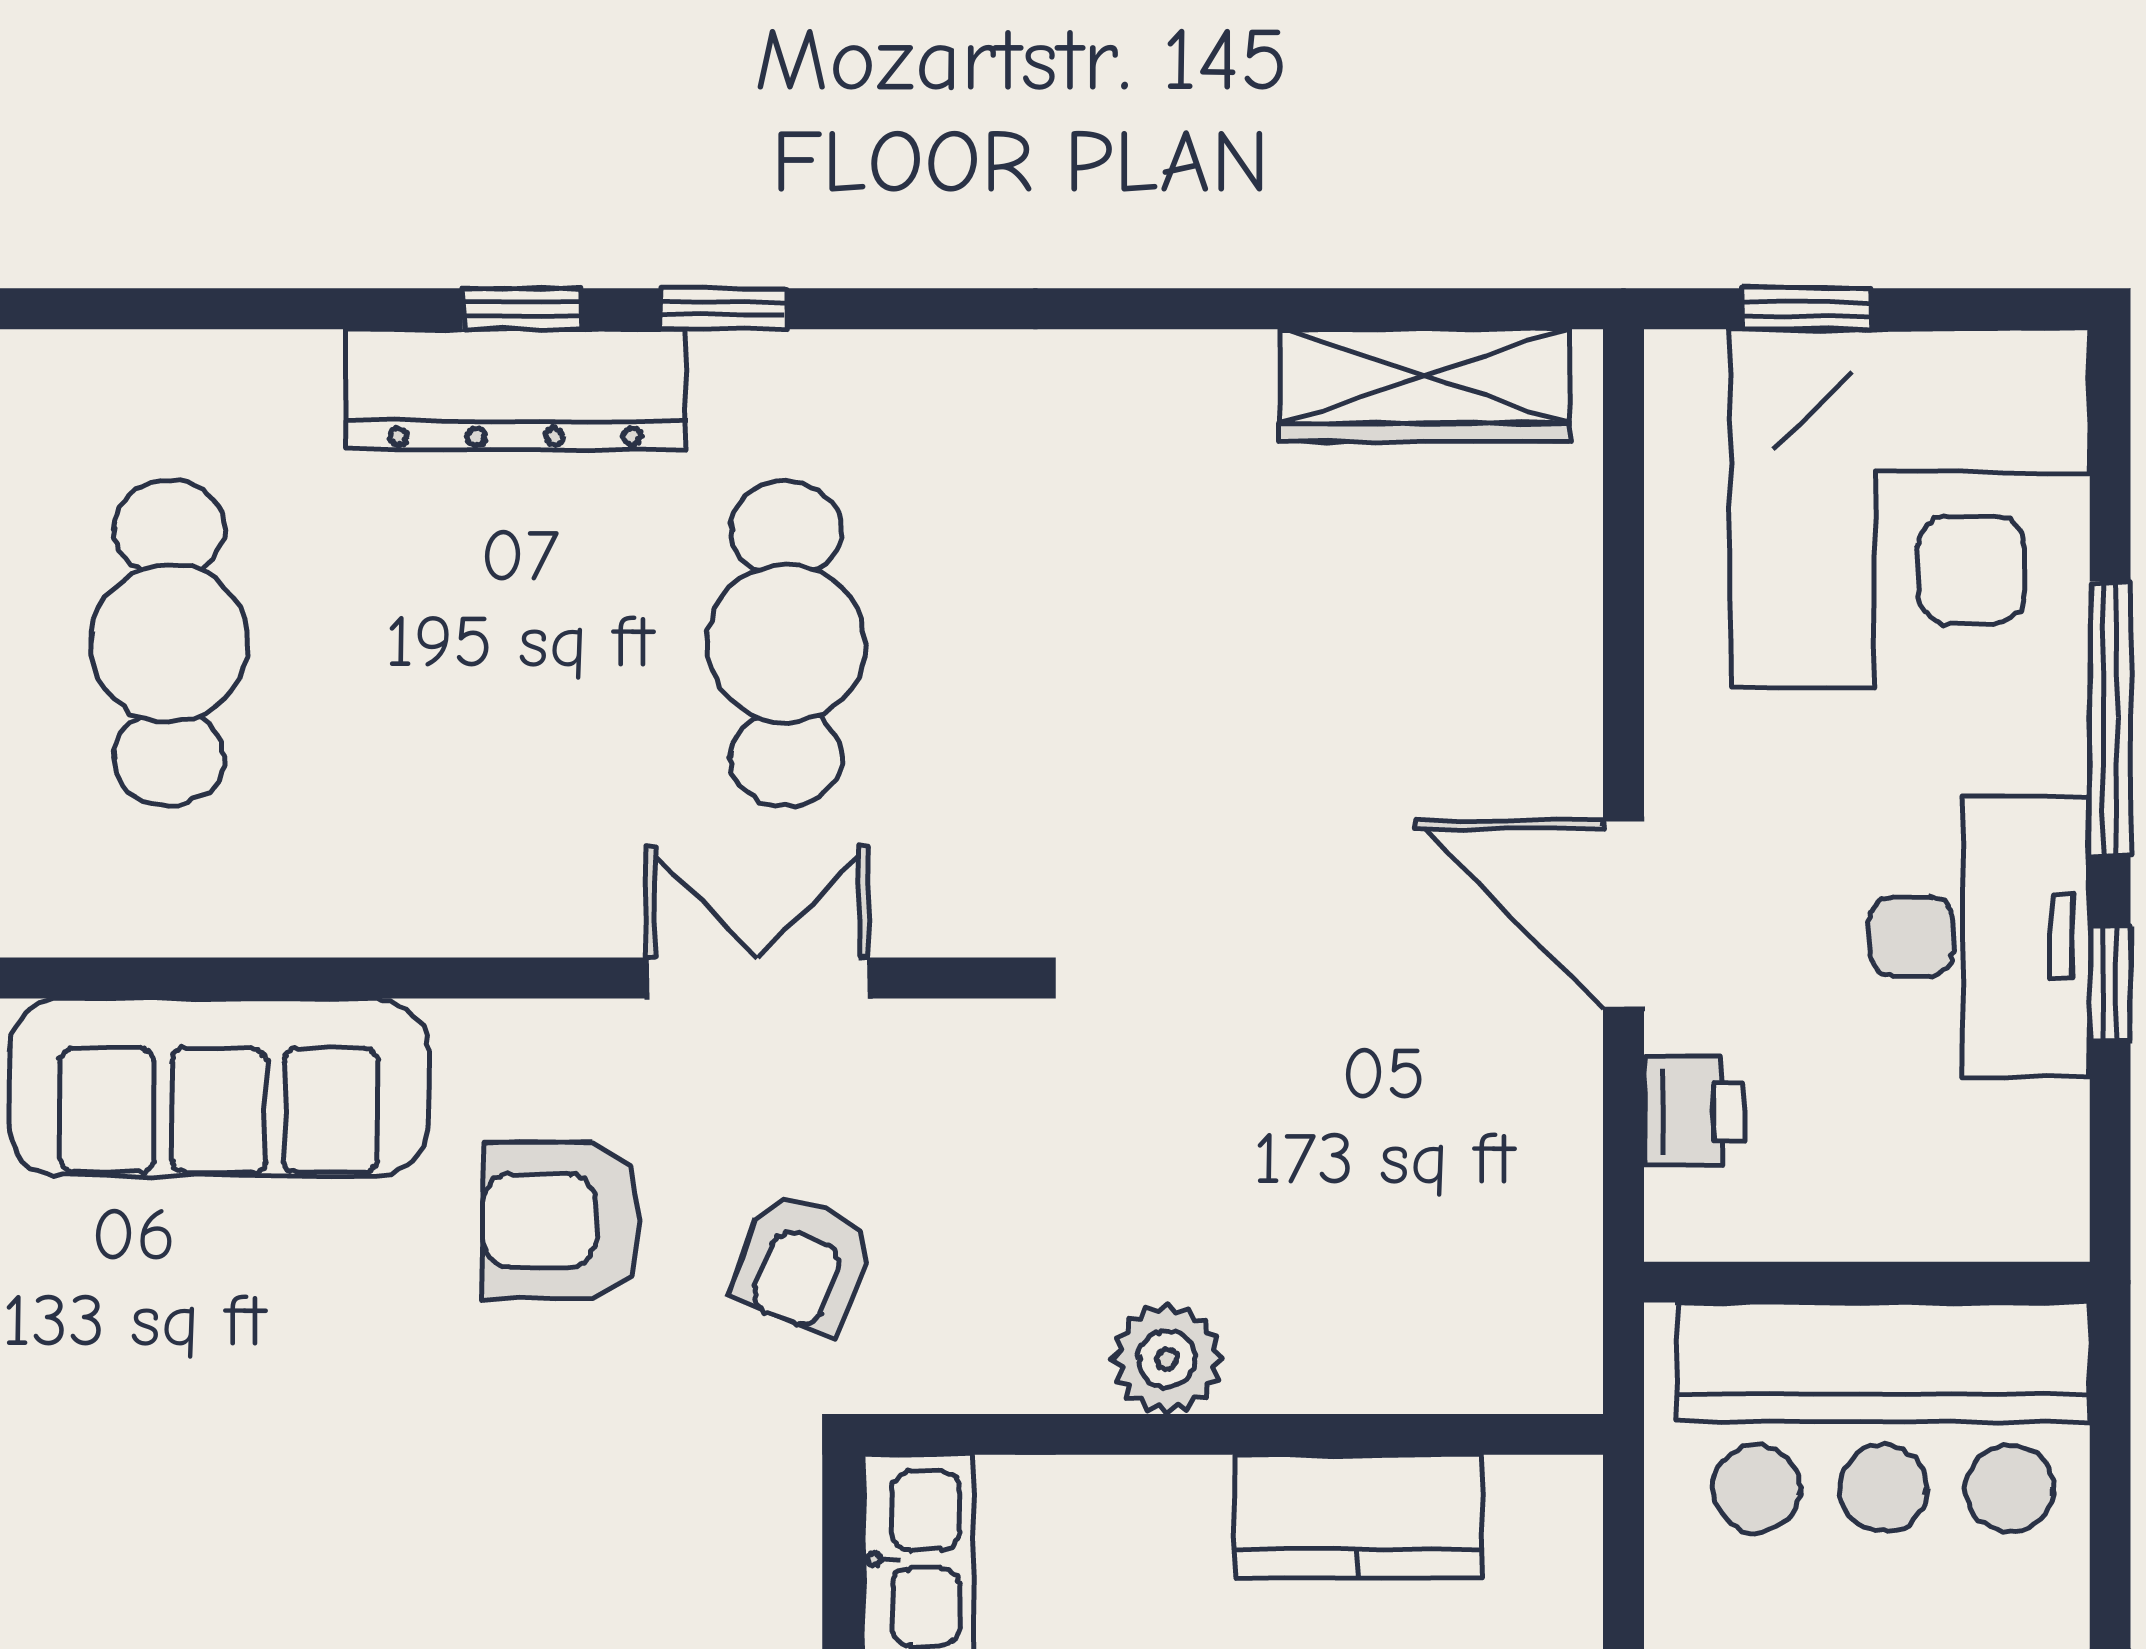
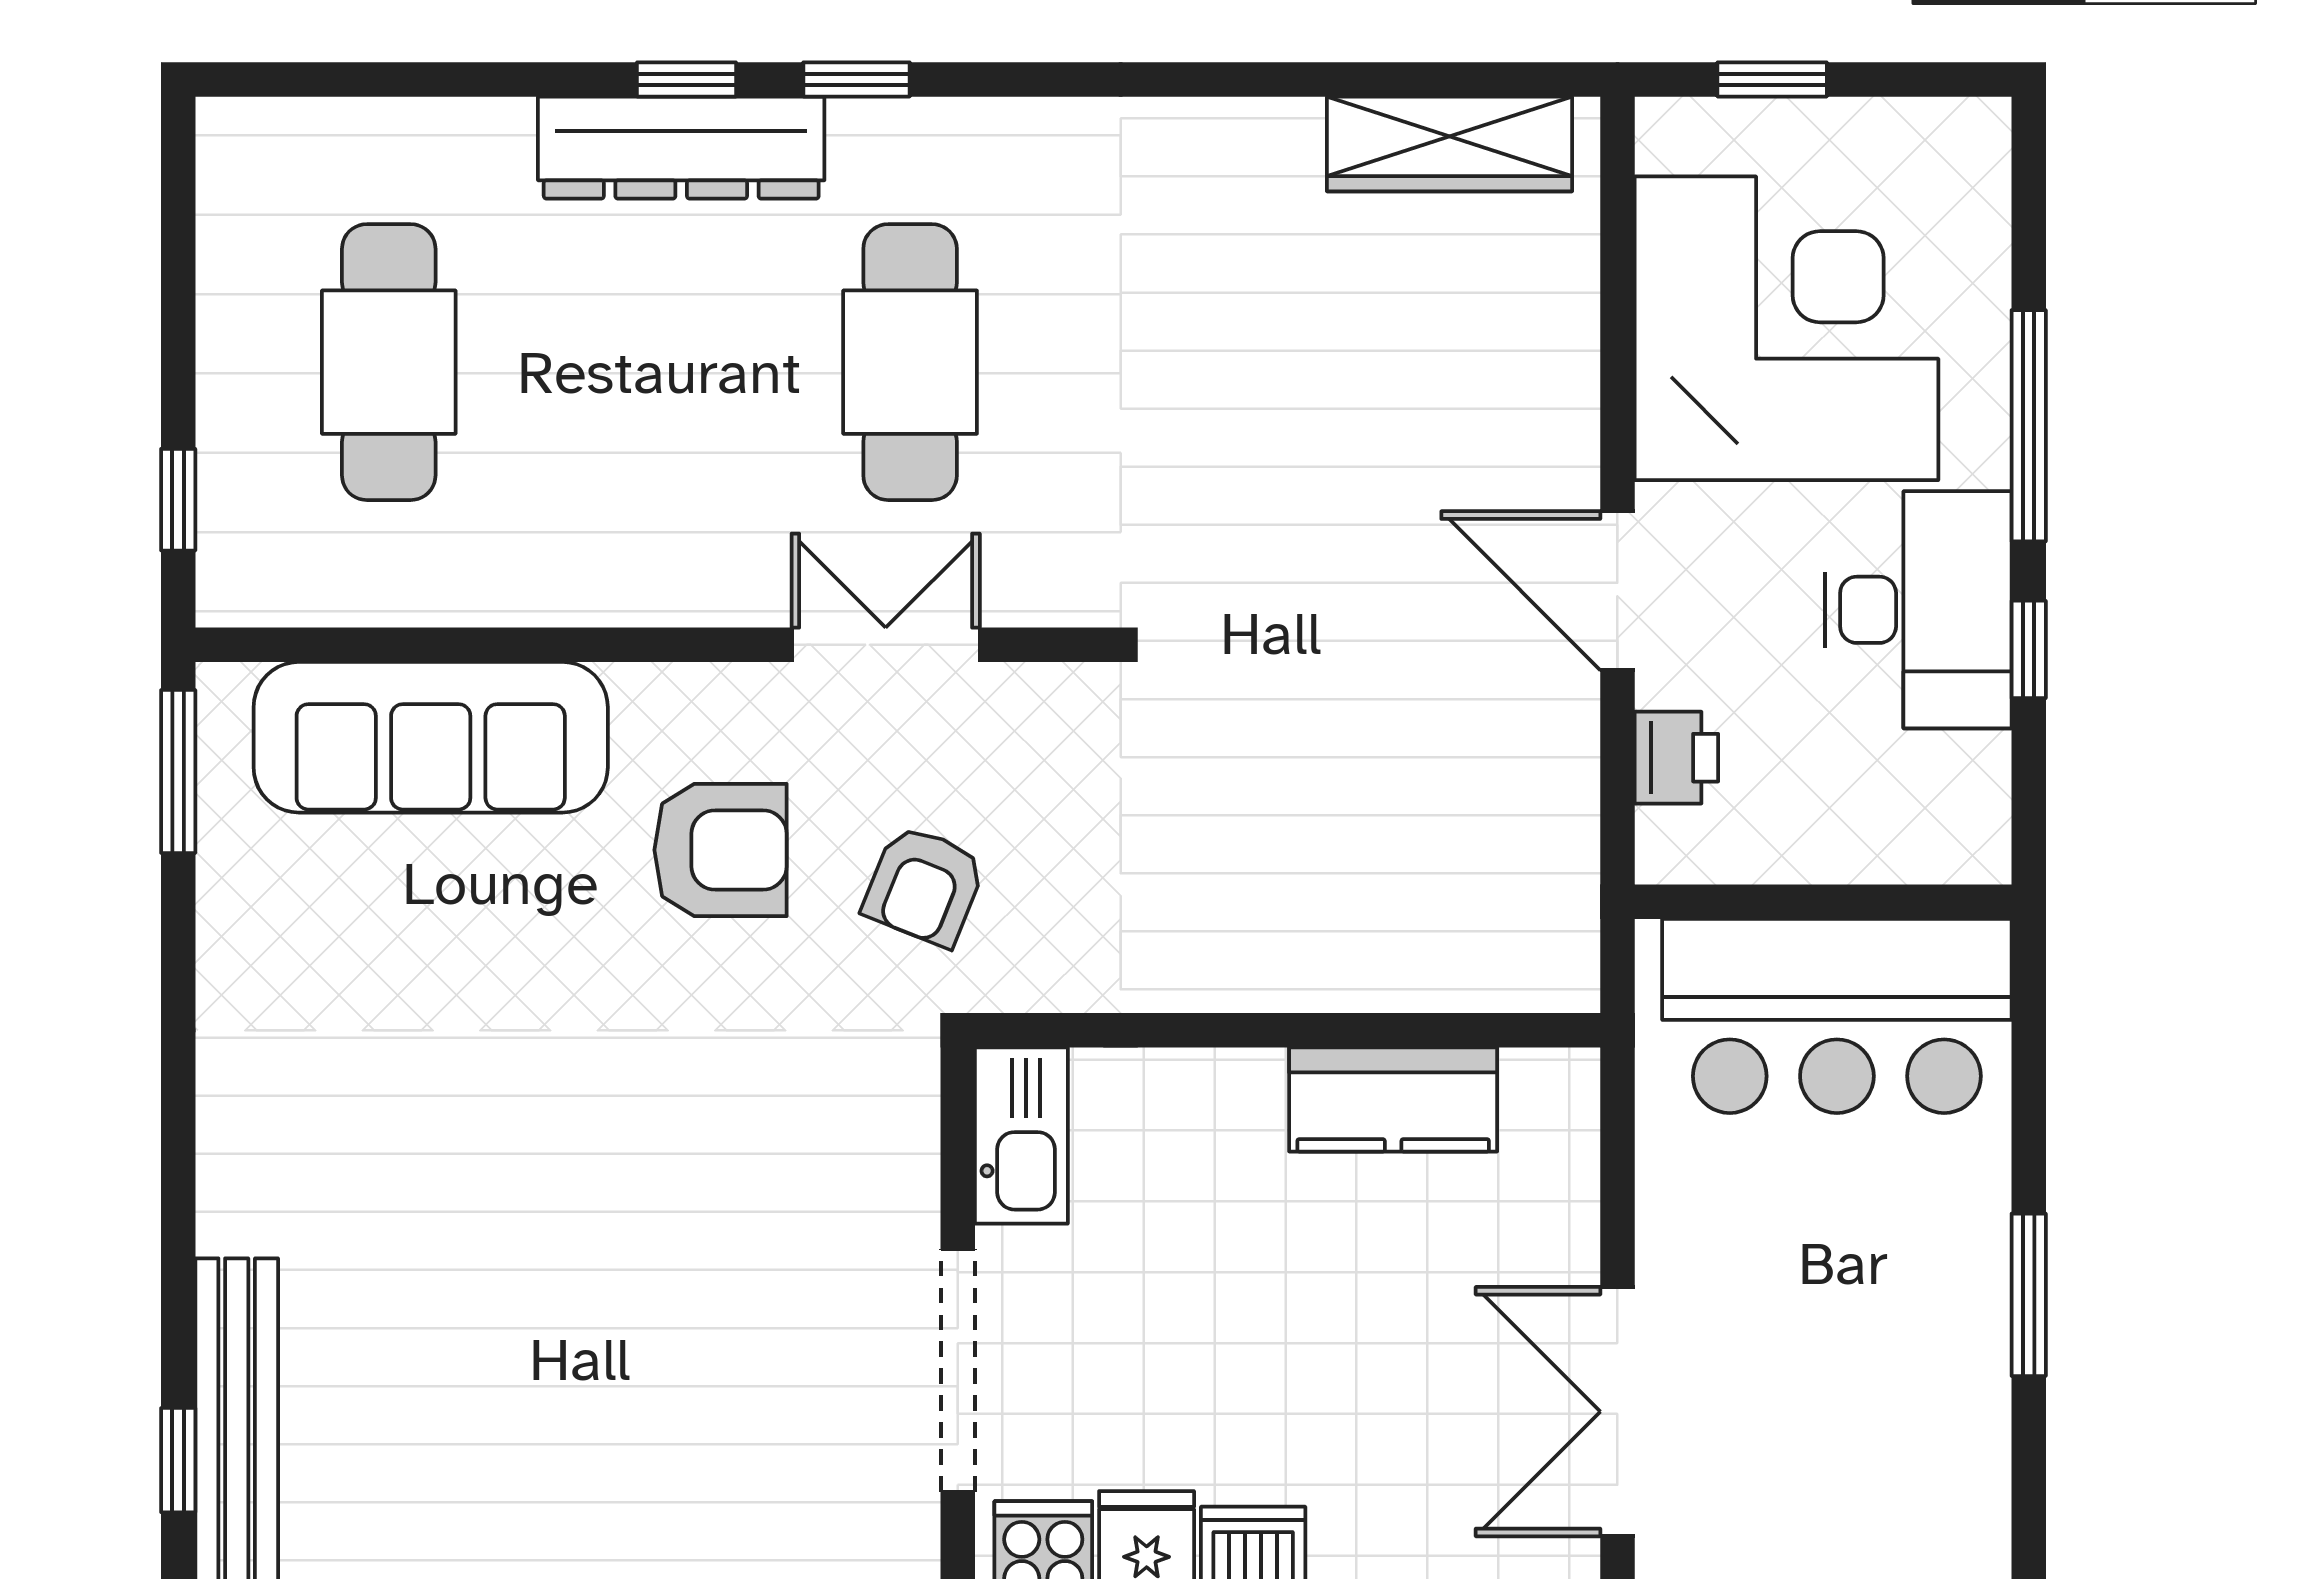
corner desk: (1910, 509) -> (1786, 328), moved, turned -90
armchair: (562, 1221) -> (721, 850), turned 180
plant: (1167, 1359) -> (1232, 967), removed

